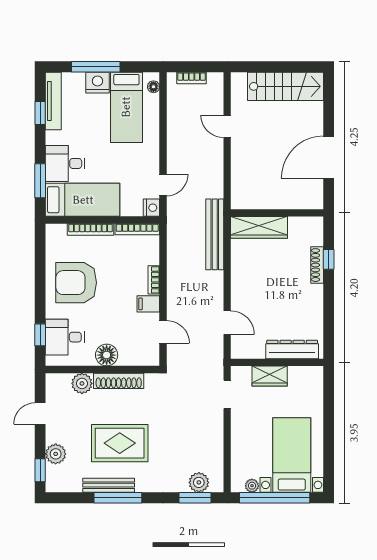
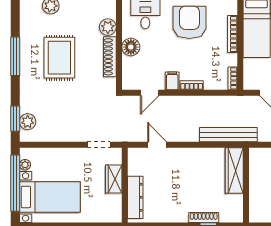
nightstand: (151, 208) -> (250, 83), removed
bookcase: (137, 229) -> (233, 78), width x0.64
door: (227, 323) -> (157, 145), swing flipped
bench: (109, 485) -> (25, 49), removed

